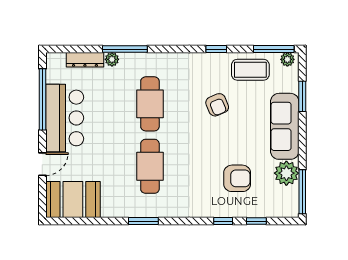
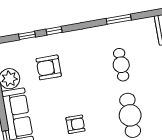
armchair: (217, 105) -> (75, 124), turned 113
cafe table: (150, 166) -> (121, 65), width x0.73, depth x0.74

